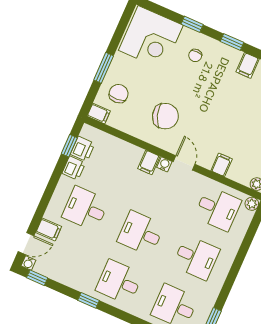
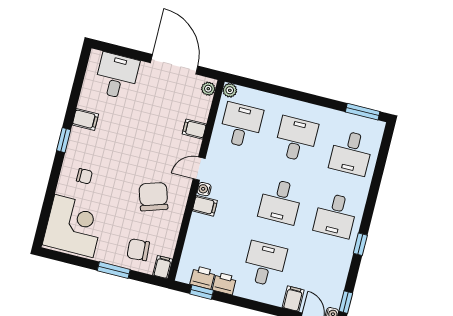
window: (192, 24) -> (52, 185), removed
desk: (85, 209) -> (265, 264), turned 180

